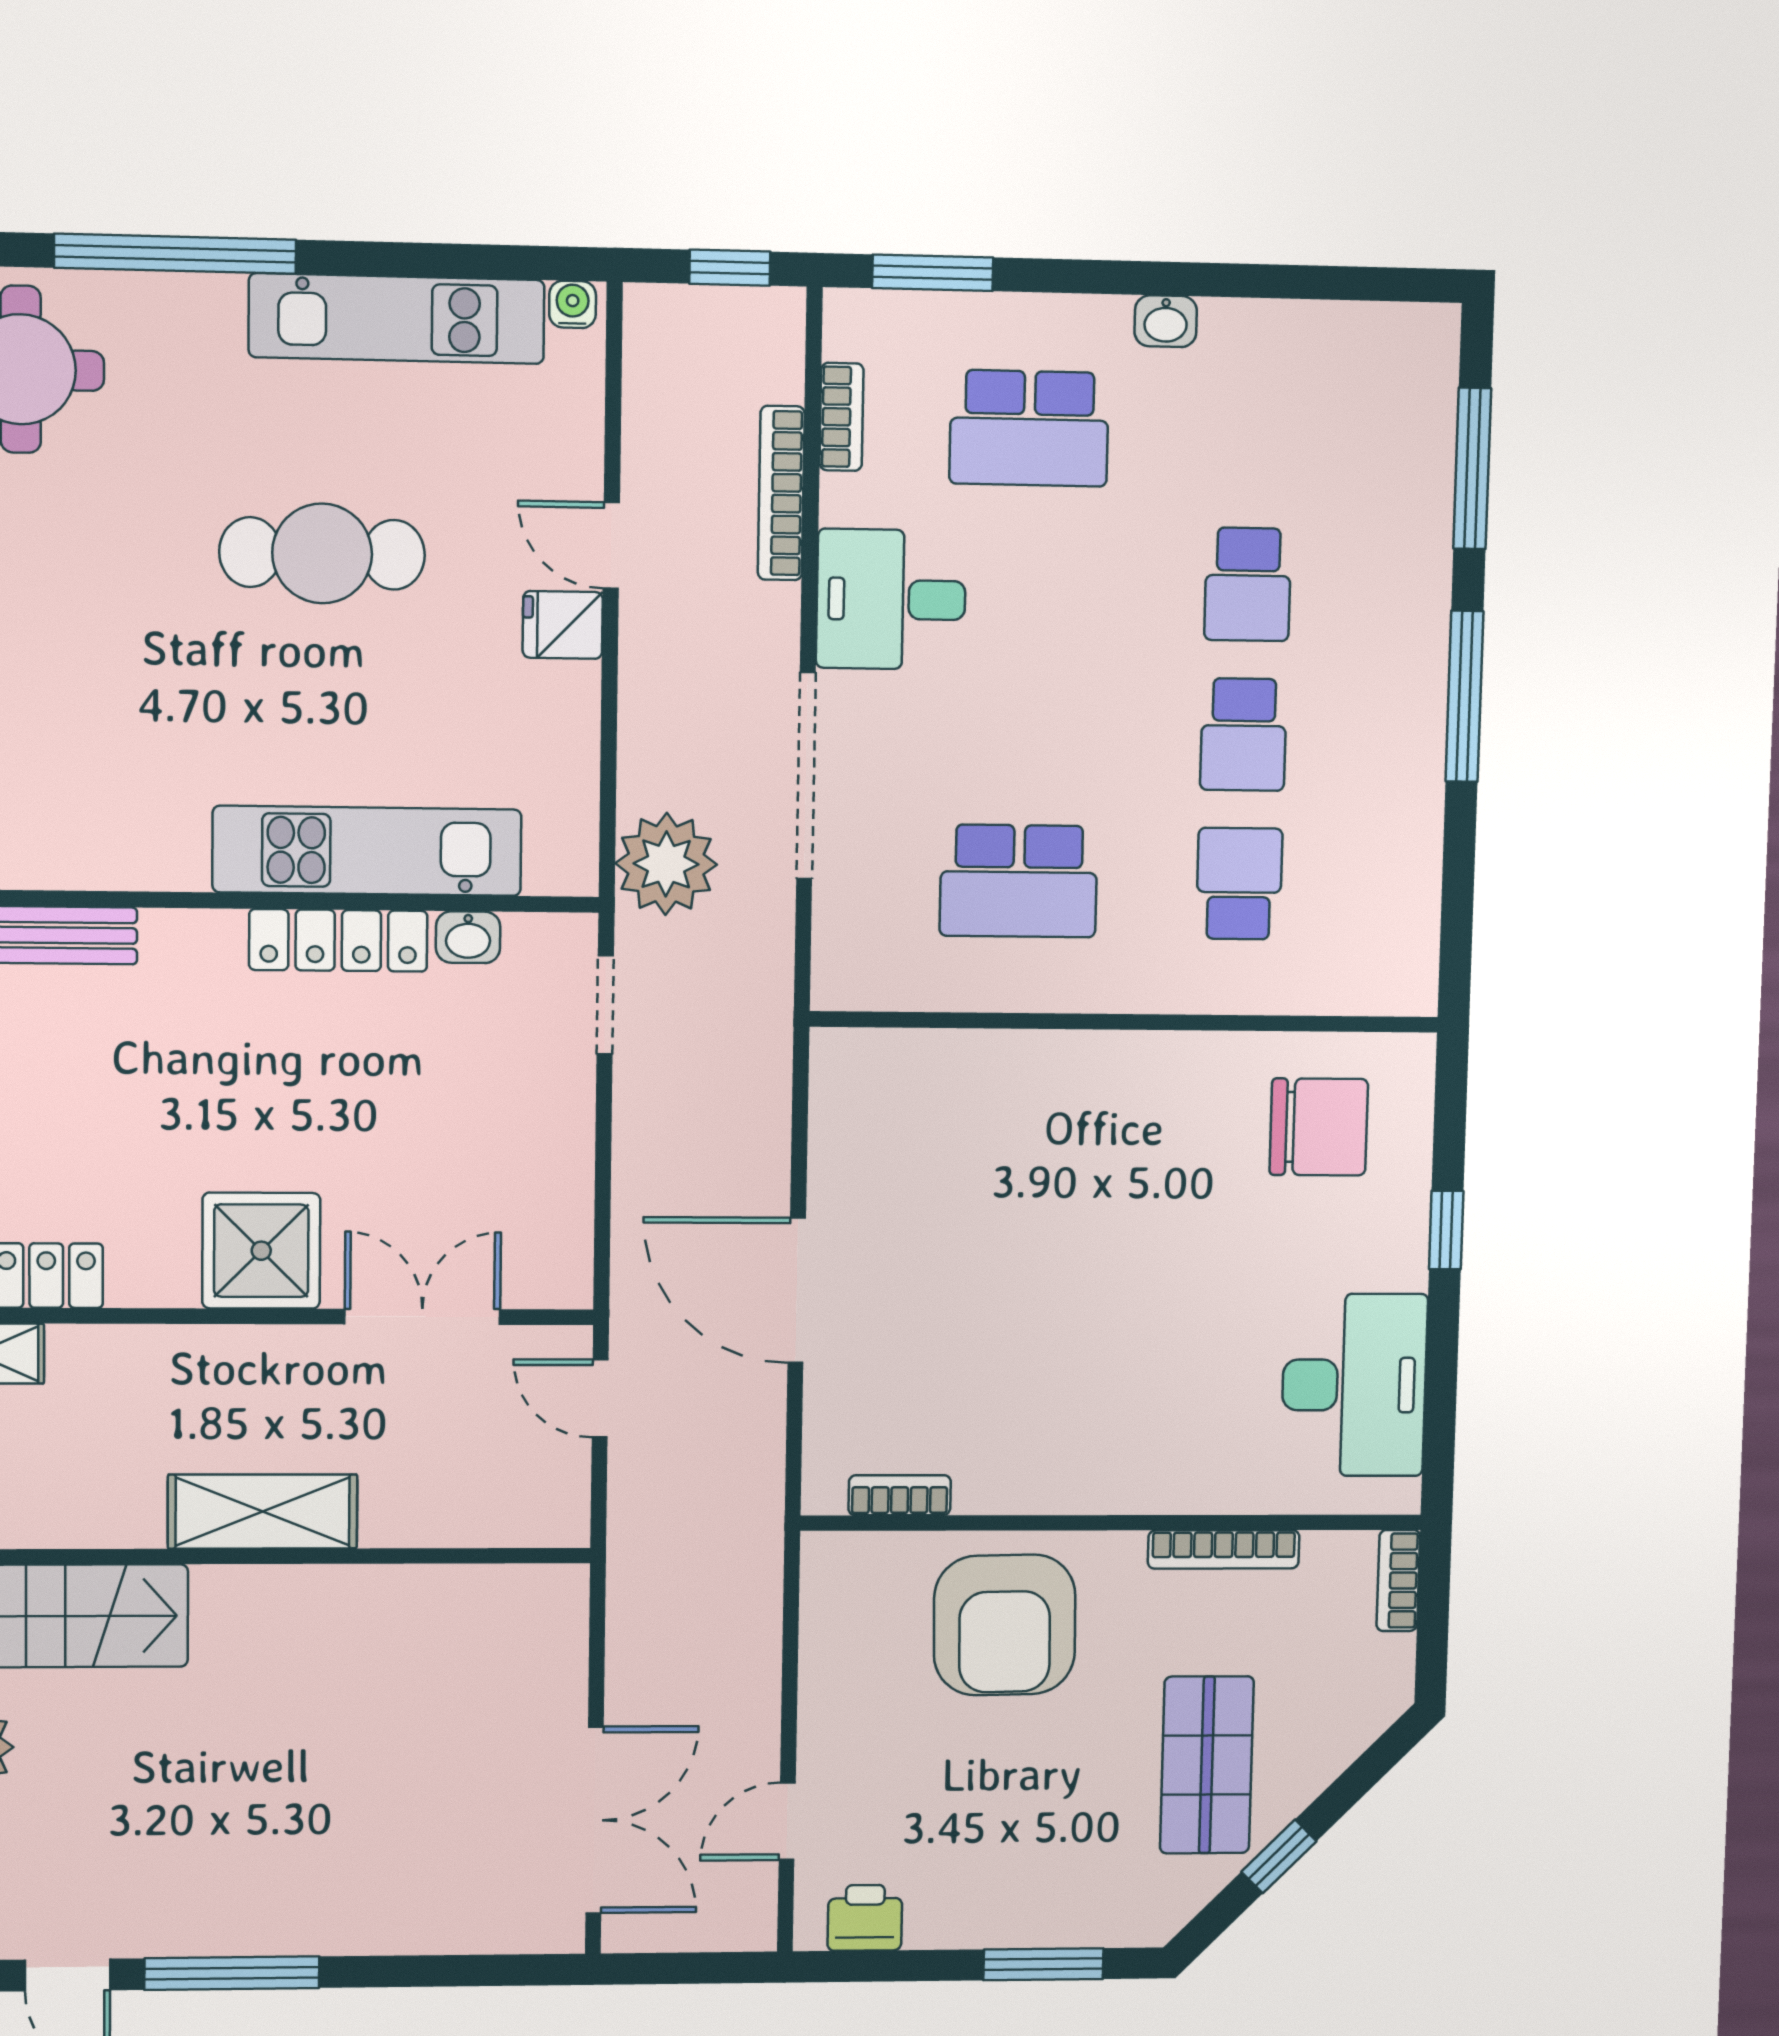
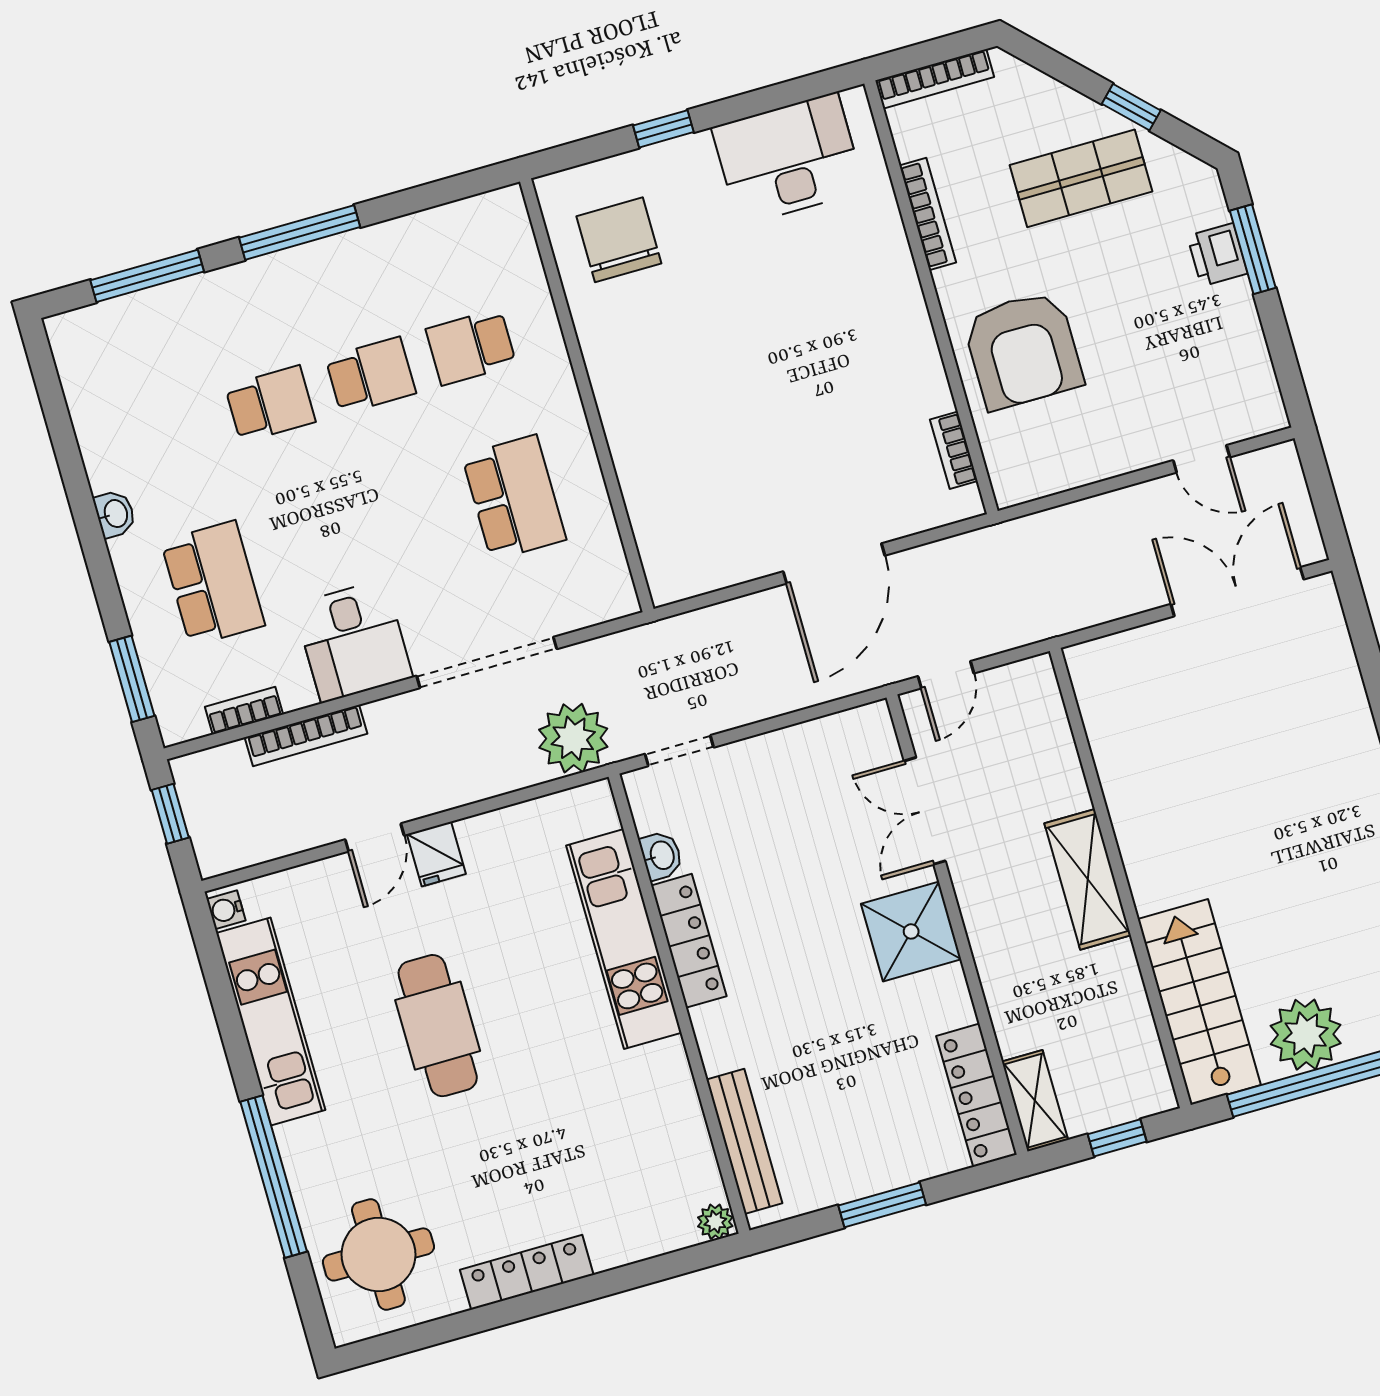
bookcase: (1398, 1581) -> (935, 79), width x1.56
armchair: (1005, 1625) -> (1023, 350), turned 91
printer: (865, 1918) -> (1217, 255), moved

